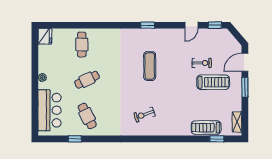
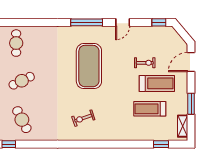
window: (148, 25) -> (87, 22), width x2.17
door: (191, 25) -> (123, 22), moved
exercise mat: (150, 66) -> (89, 66), width x2.00, depth x1.45
window: (245, 87) -> (191, 104), moved
treadmill: (206, 128) -> (150, 109), moved

